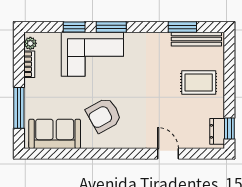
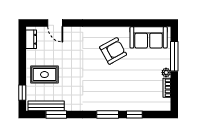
plant: (30, 43) -> (166, 73), moved
corner sofa: (92, 54) -> (121, 95), removed
window: (229, 128) -> (22, 93), moved
door: (168, 154) -> (55, 23), moved

